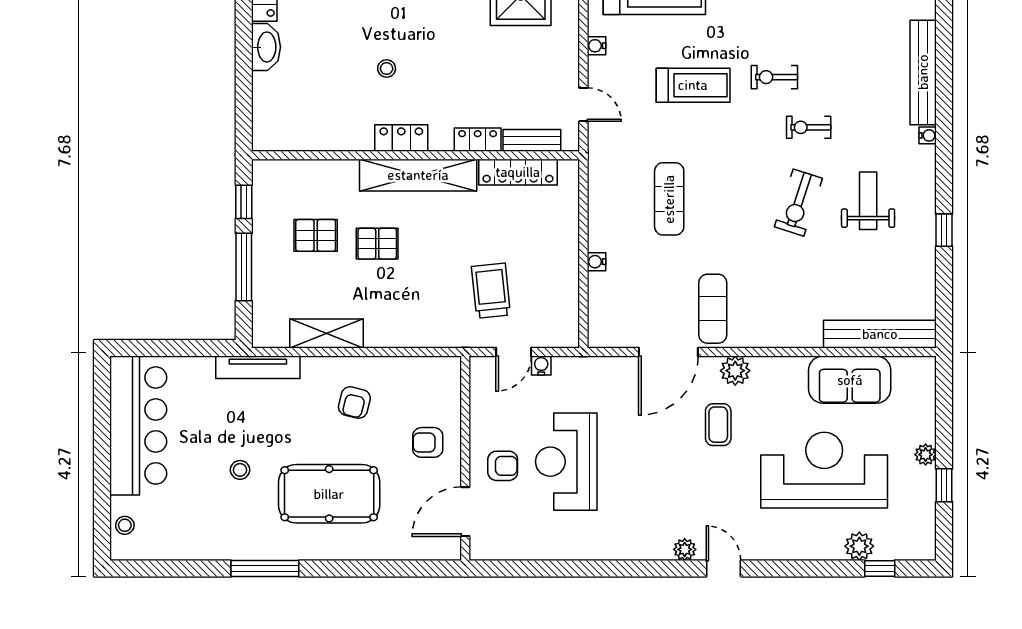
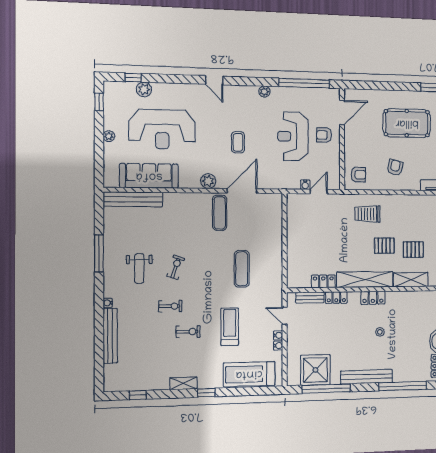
treadmill: (693, 85) -> (230, 327), turned 90
locker: (518, 172) -> (323, 281), width x0.66
exercise bike: (798, 203) -> (176, 267), width x0.73, depth x0.72
window: (944, 230) -> (99, 253), width x2.17
water cooler: (596, 262) -> (278, 335), moved
trolley: (491, 291) -> (368, 214), moved, turned 96
shelving: (327, 333) -> (411, 280), moved
sofa: (850, 380) -> (149, 176), width x1.36
coffee table: (718, 425) -> (238, 142), moved
armchair: (428, 442) -> (358, 175), moved
reception desk: (566, 462) -> (293, 136), turned 180
window: (944, 485) -> (99, 102), moved
plant: (685, 549) -> (264, 91), moved
window: (543, 568) -> (304, 83), added

